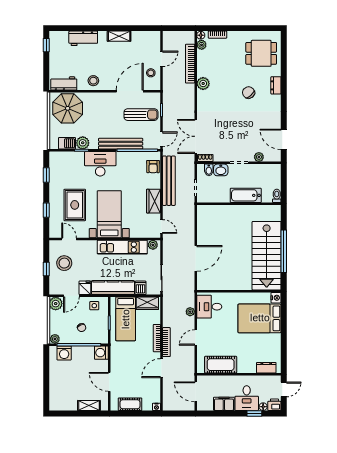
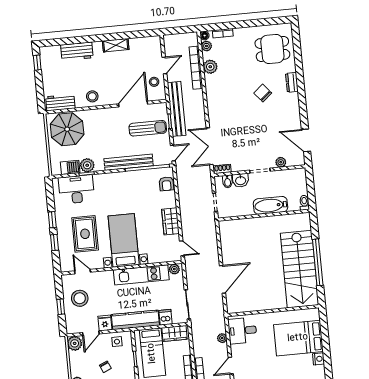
plant: (203, 83) -> (210, 67), moved
desk: (100, 164) -> (76, 189), moved
window: (46, 175) -> (52, 220), moved
bench: (169, 181) -> (177, 109), moved
nightstand: (276, 298) -> (319, 359), moved

